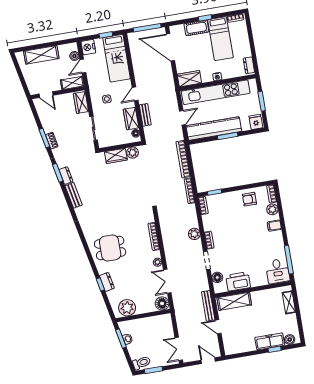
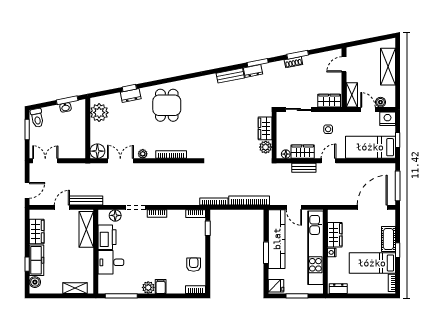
wardrobe: (189, 79) -> (335, 235), moved
door: (135, 94) -> (328, 161), hinge flipped
plant: (272, 209) -> (148, 287), moved
plant: (194, 234) -> (166, 199), removed
desk: (278, 271) -> (111, 262), moved
wardrobe: (244, 346) -> (37, 232), added

